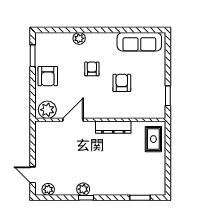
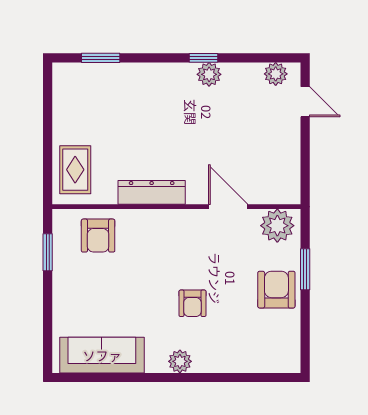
plant: (79, 38) -> (180, 361), moved
window: (33, 56) -> (305, 269), moved
armchair: (122, 83) -> (98, 236), moved
door: (73, 120) -> (228, 207), swing flipped

